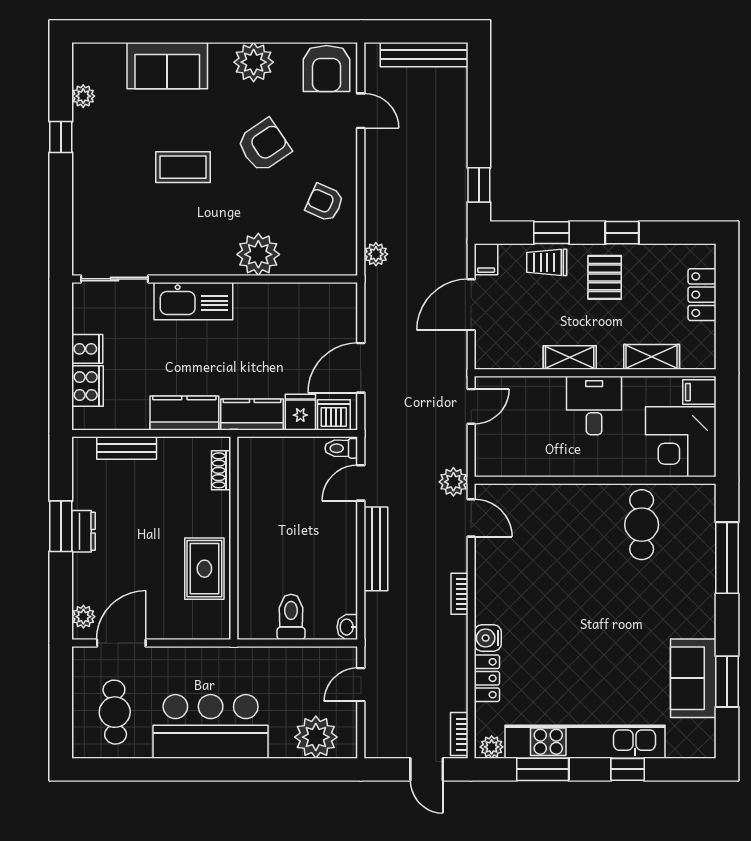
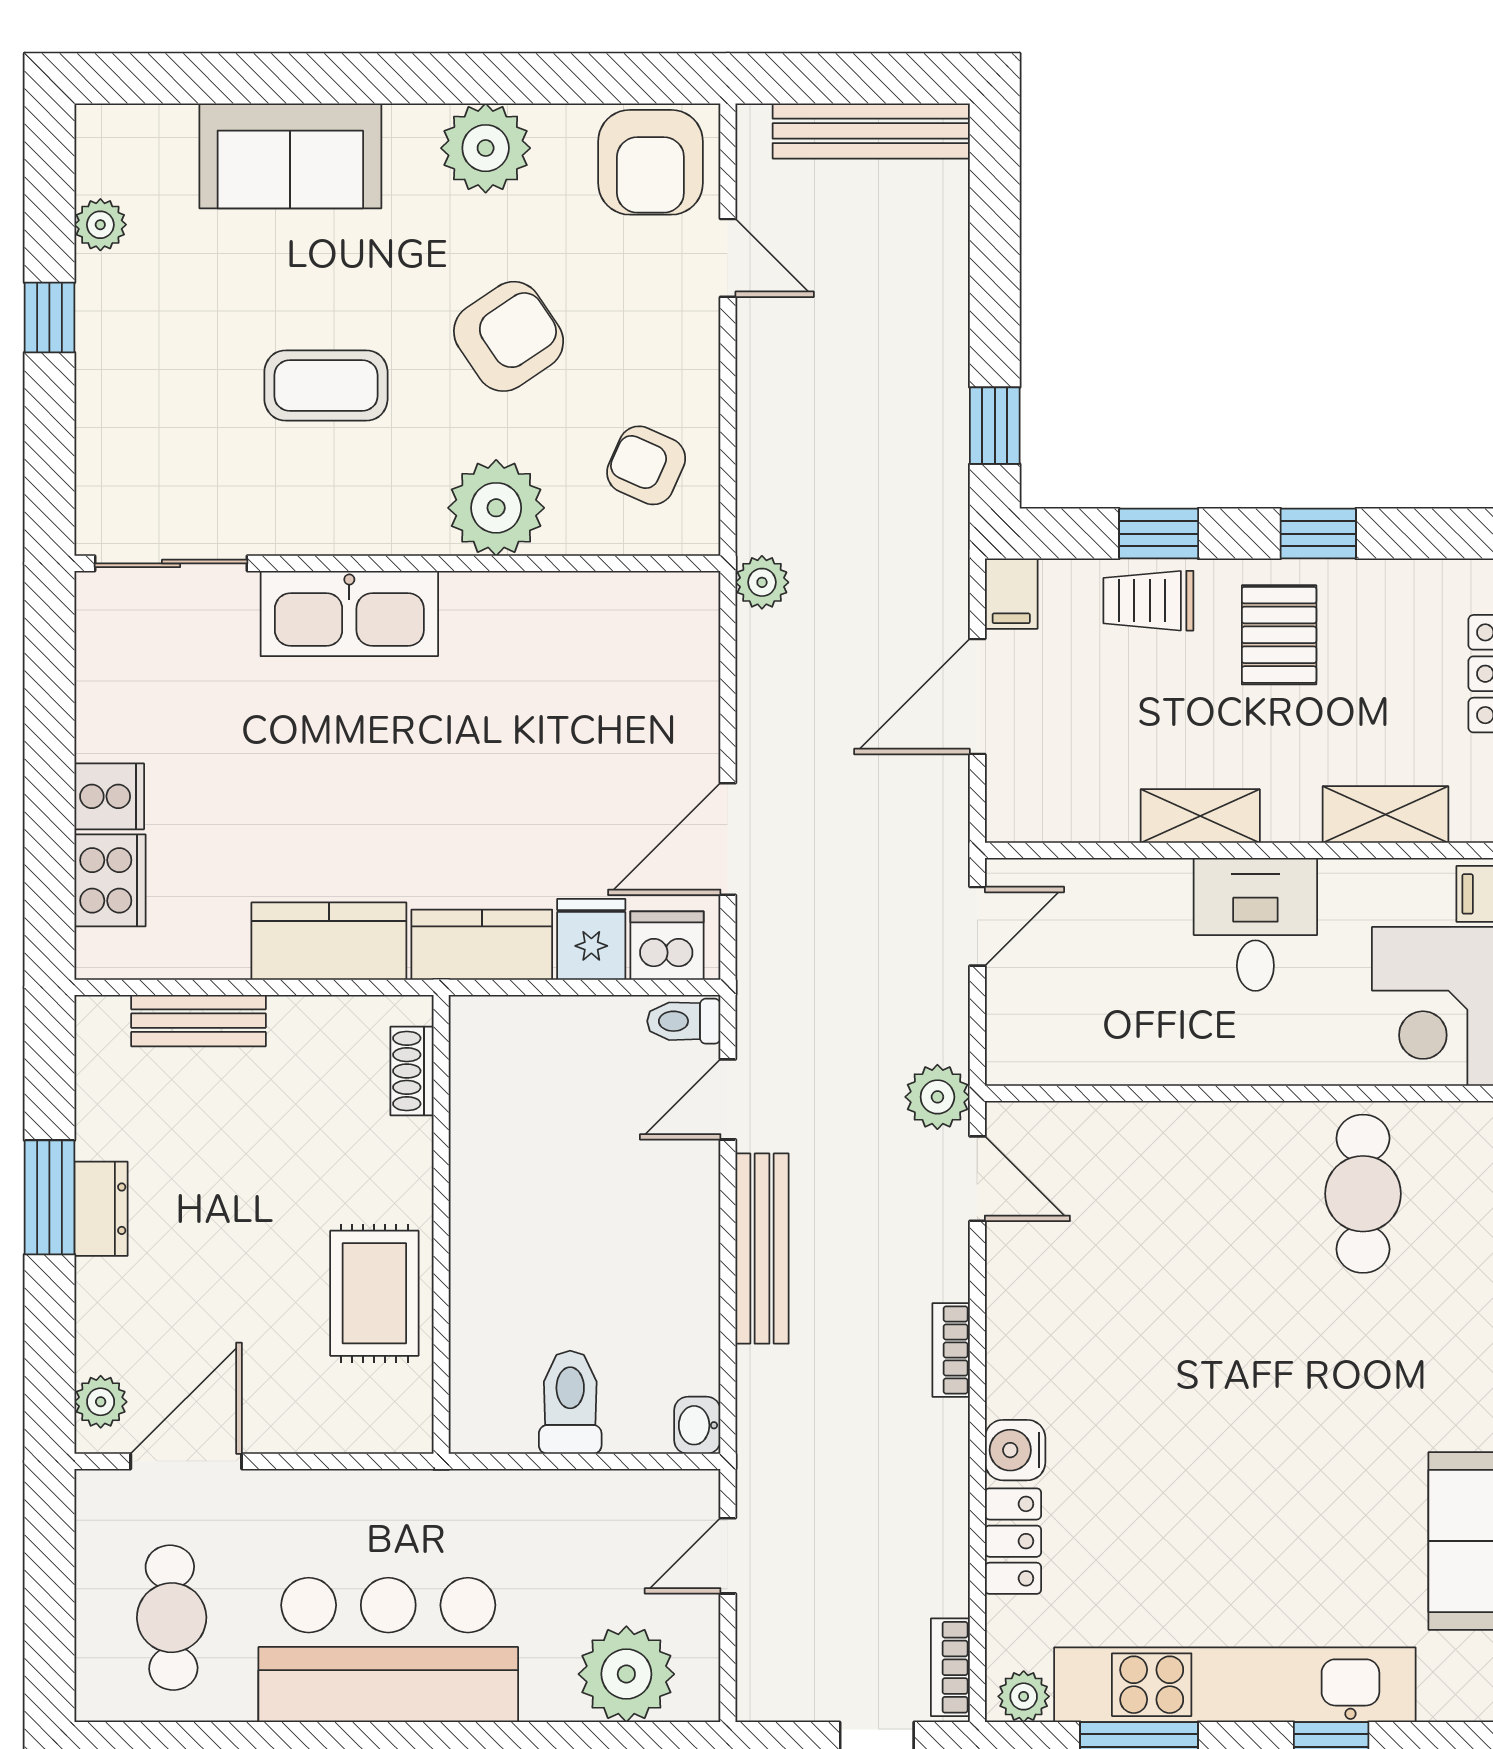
plant: (258, 254) -> (496, 508), moved
sliding door: (114, 279) -> (171, 563), moved
wall: (215, 279) -> (397, 563), moved
kitchen sink: (193, 301) -> (349, 614), moved

